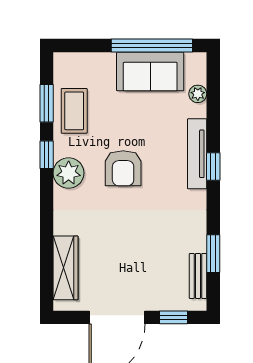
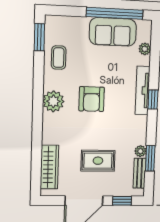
window: (47, 103) -> (39, 37), moved
coffee table: (74, 111) -> (59, 58), width x0.73, depth x0.77
window: (47, 155) -> (38, 88), removed
plant: (198, 243) -> (140, 151), added
rug: (136, 258) -> (98, 161), added

